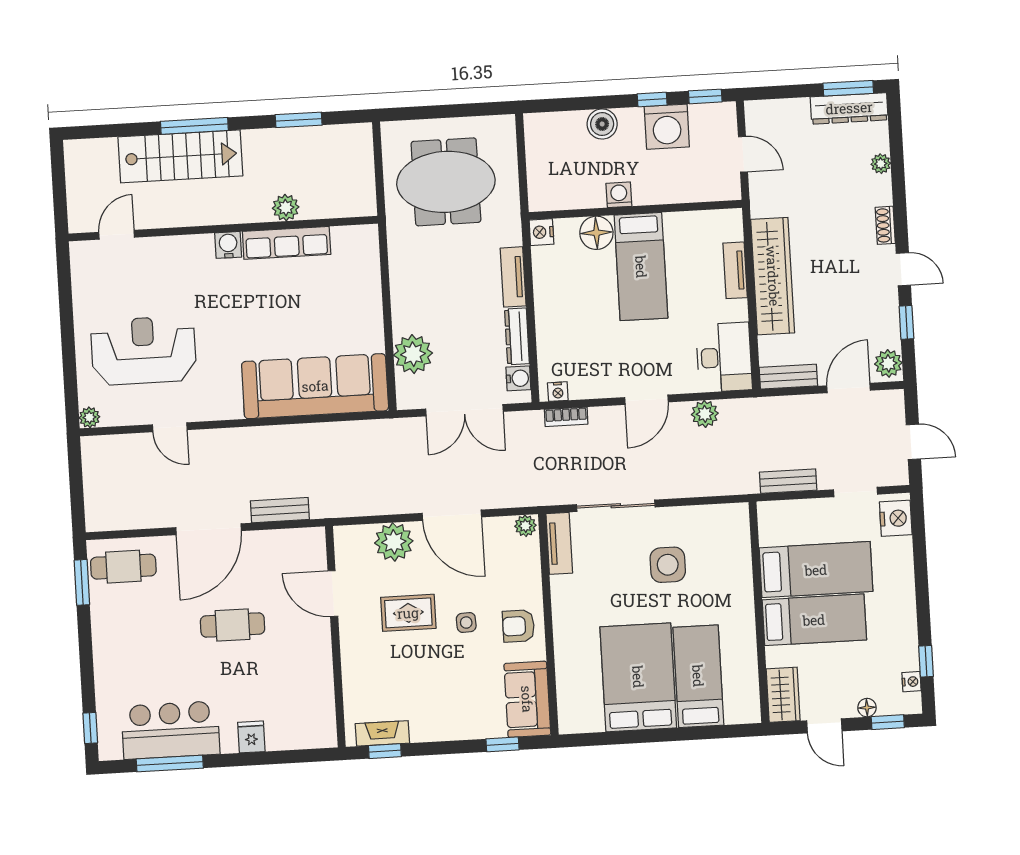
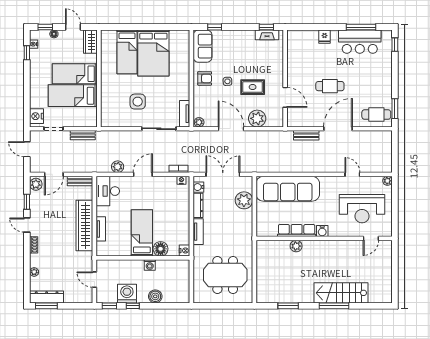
plant: (286, 208) -> (296, 246), moved
wall: (223, 229) -> (324, 238), moved
door: (117, 235) -> (371, 238), moved
row of seats: (287, 243) -> (297, 231), moved
water cooler: (228, 245) -> (322, 231), moved

